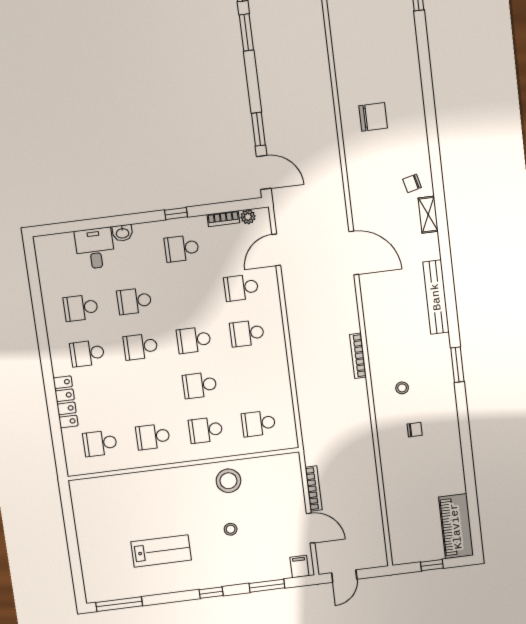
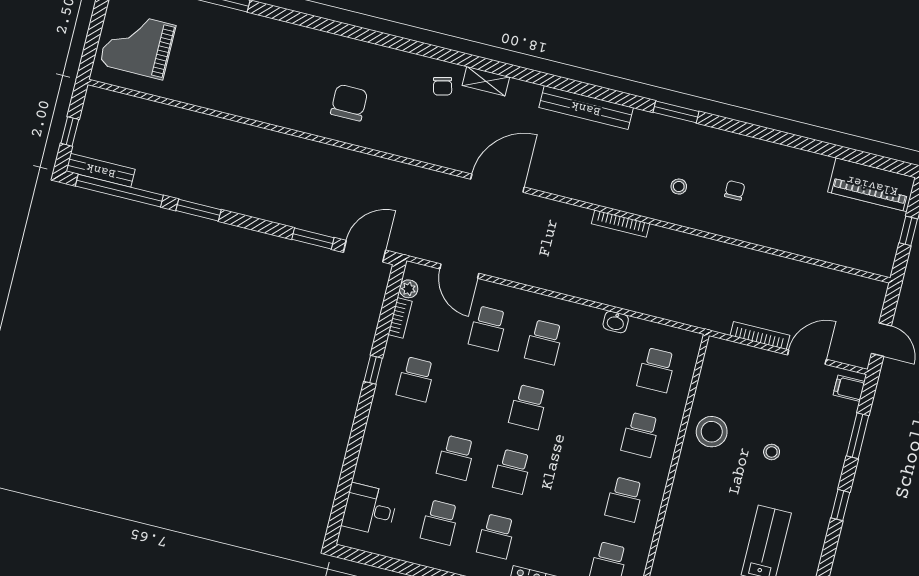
washbasin: (122, 233) -> (616, 322), moved, turned 90
desk: (95, 248) -> (370, 510), moved
school desk: (200, 385) -> (584, 421), removed

